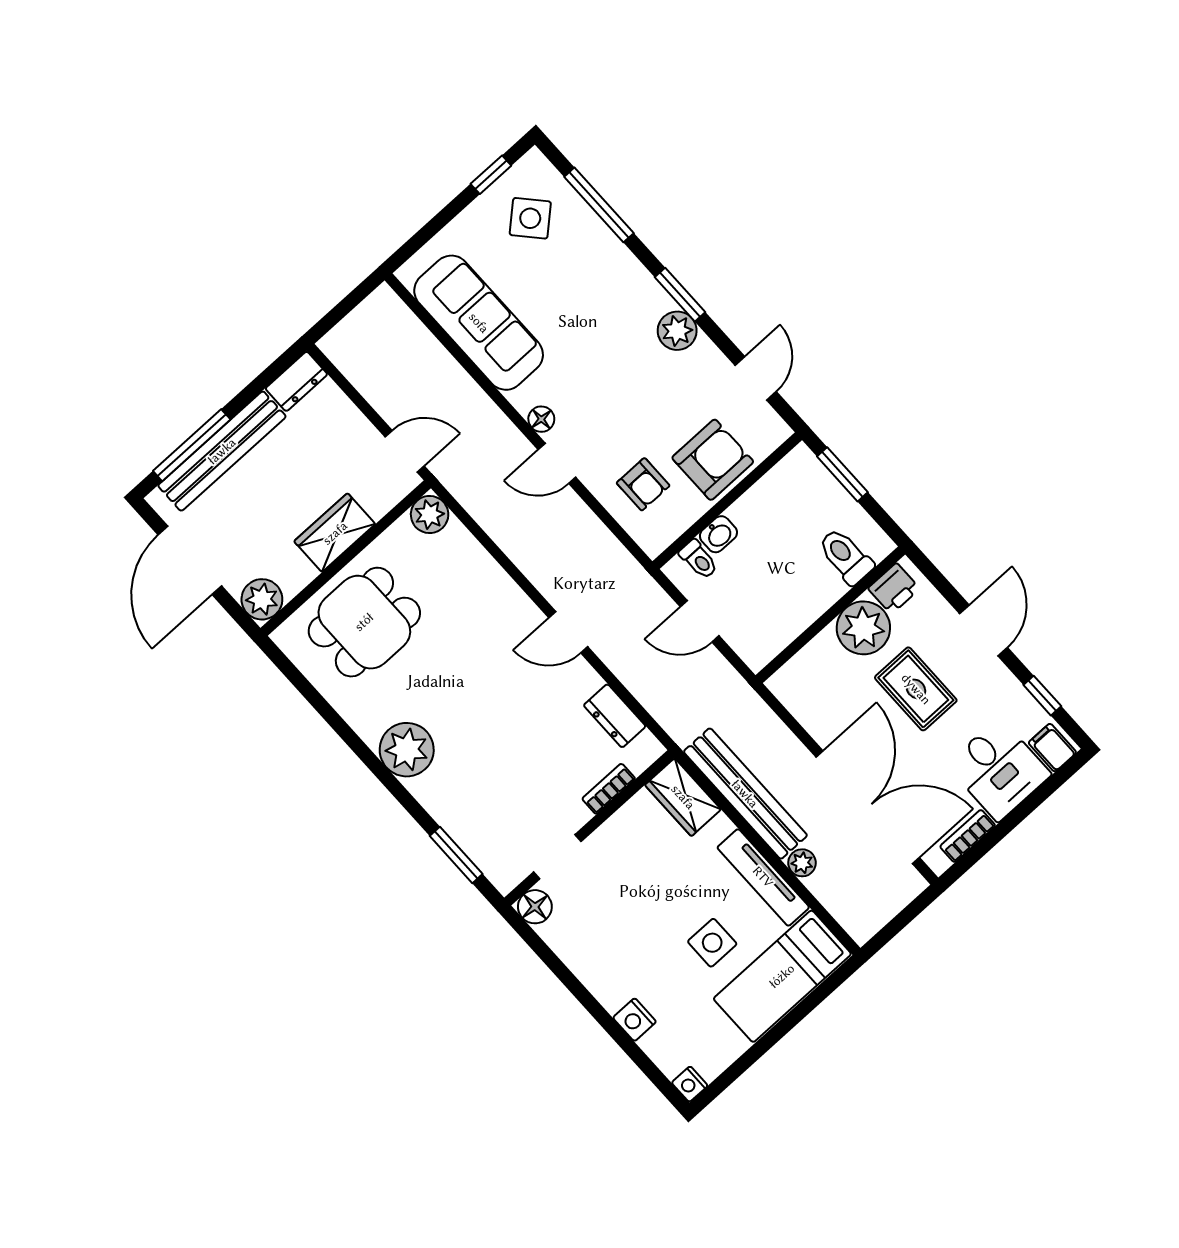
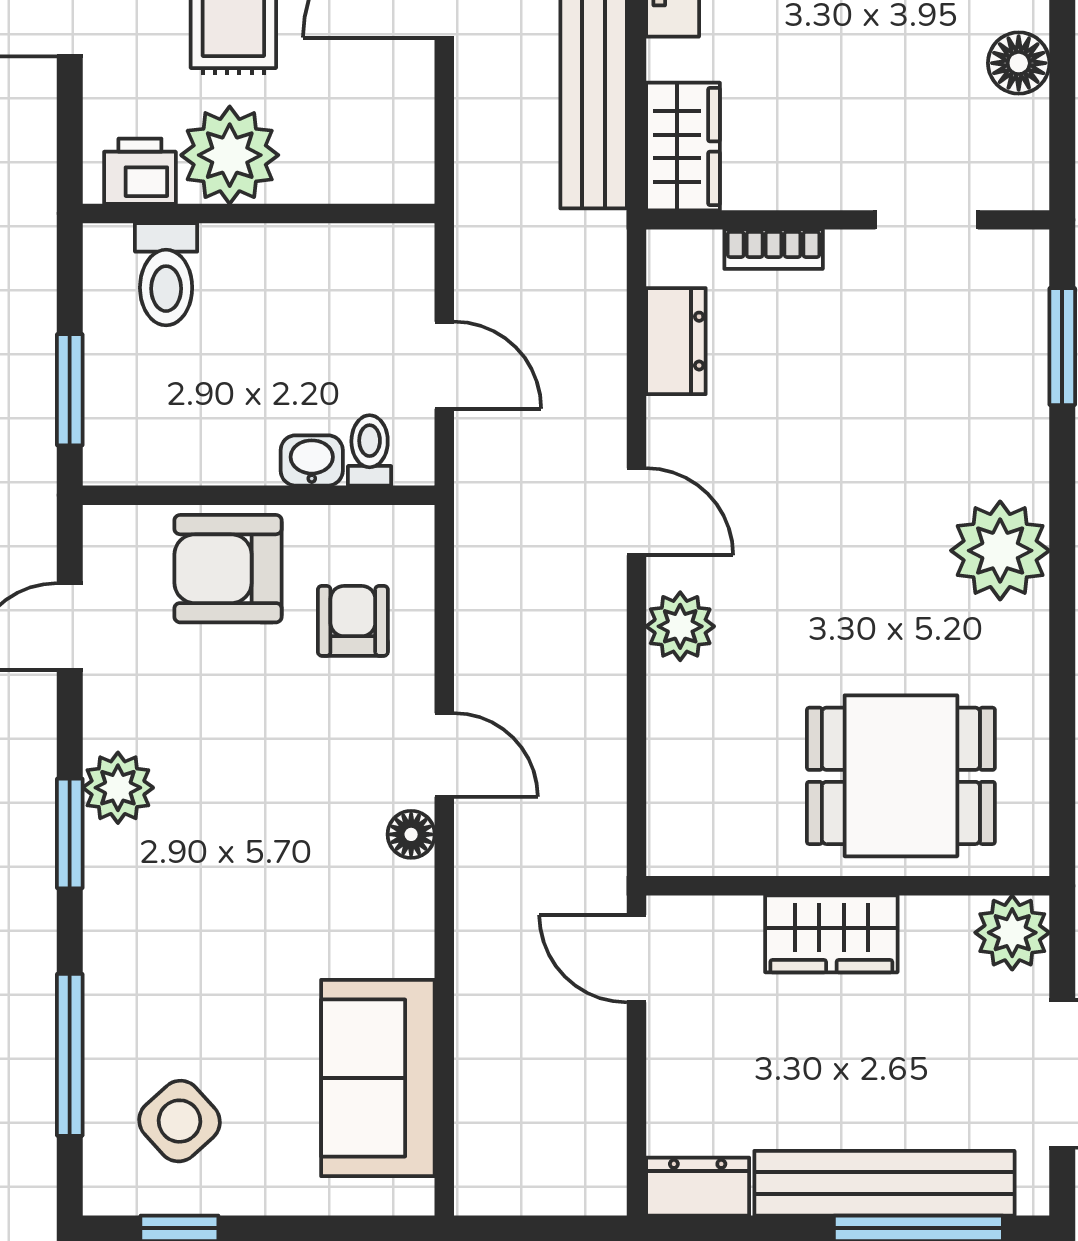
sofa: (479, 323) -> (378, 1078), width x0.73
plant: (430, 515) -> (680, 626), moved
floor lamp: (535, 907) -> (1019, 63), moved

